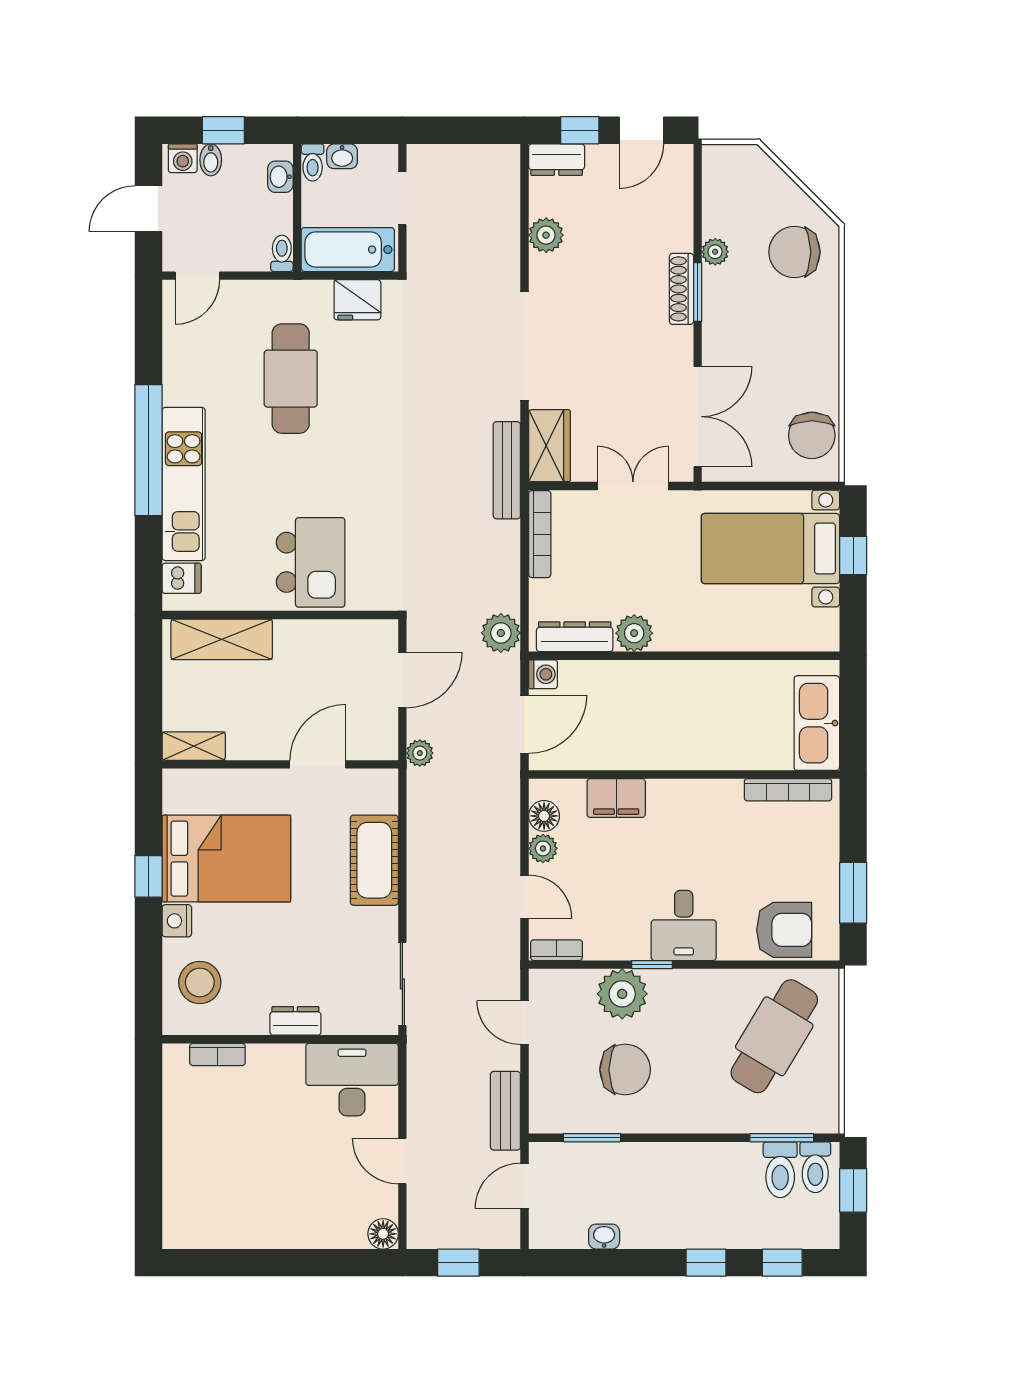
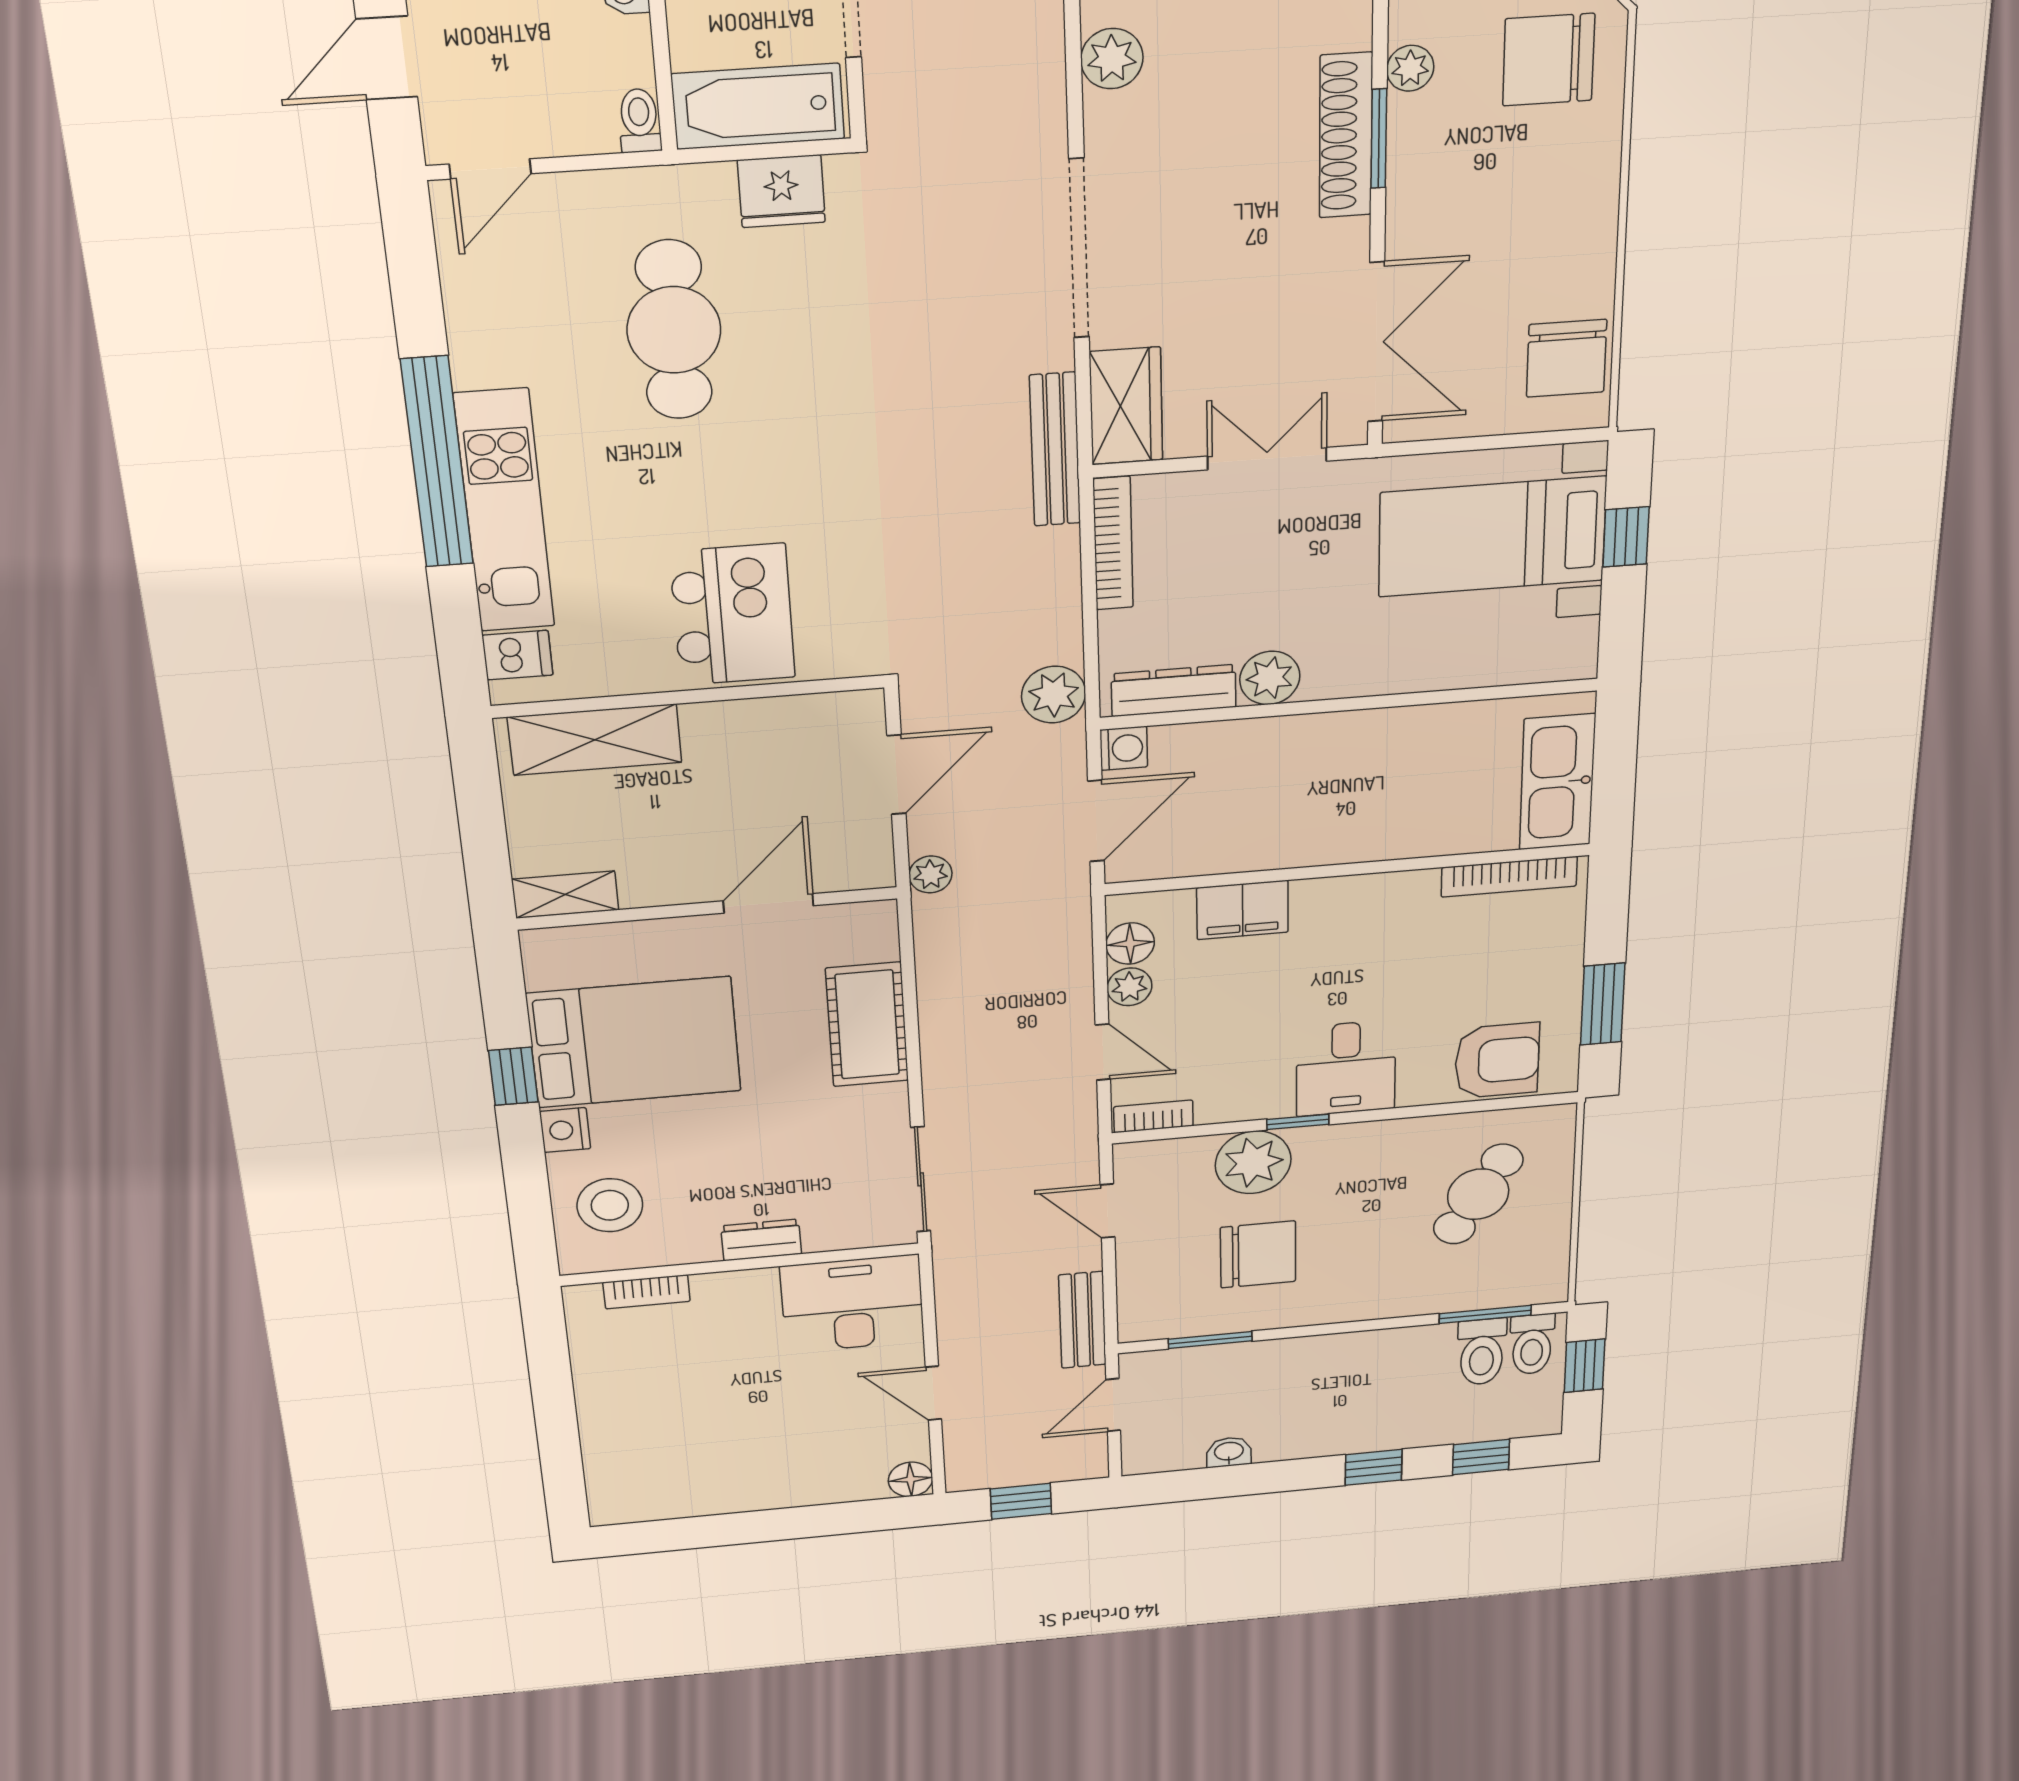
shoe rack: (681, 289) -> (1346, 136), width x1.36, depth x1.24
cafe table: (774, 1036) -> (1478, 1194), width x0.73, depth x0.74

